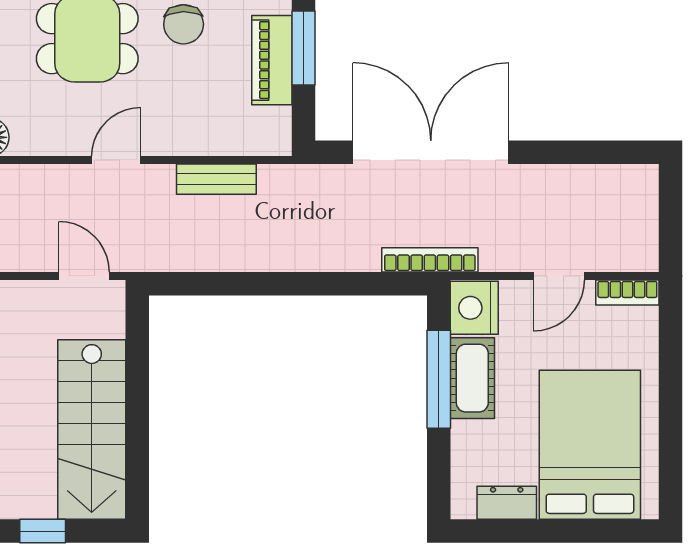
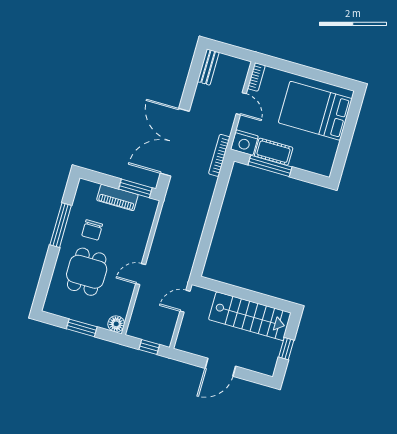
chair: (184, 24) -> (92, 230), turned 91
window: (303, 48) -> (135, 188), moved
door: (116, 160) -> (141, 274), hinge flipped
bench: (216, 179) -> (208, 67), moved
dresser: (507, 503) -> (330, 152), removed

